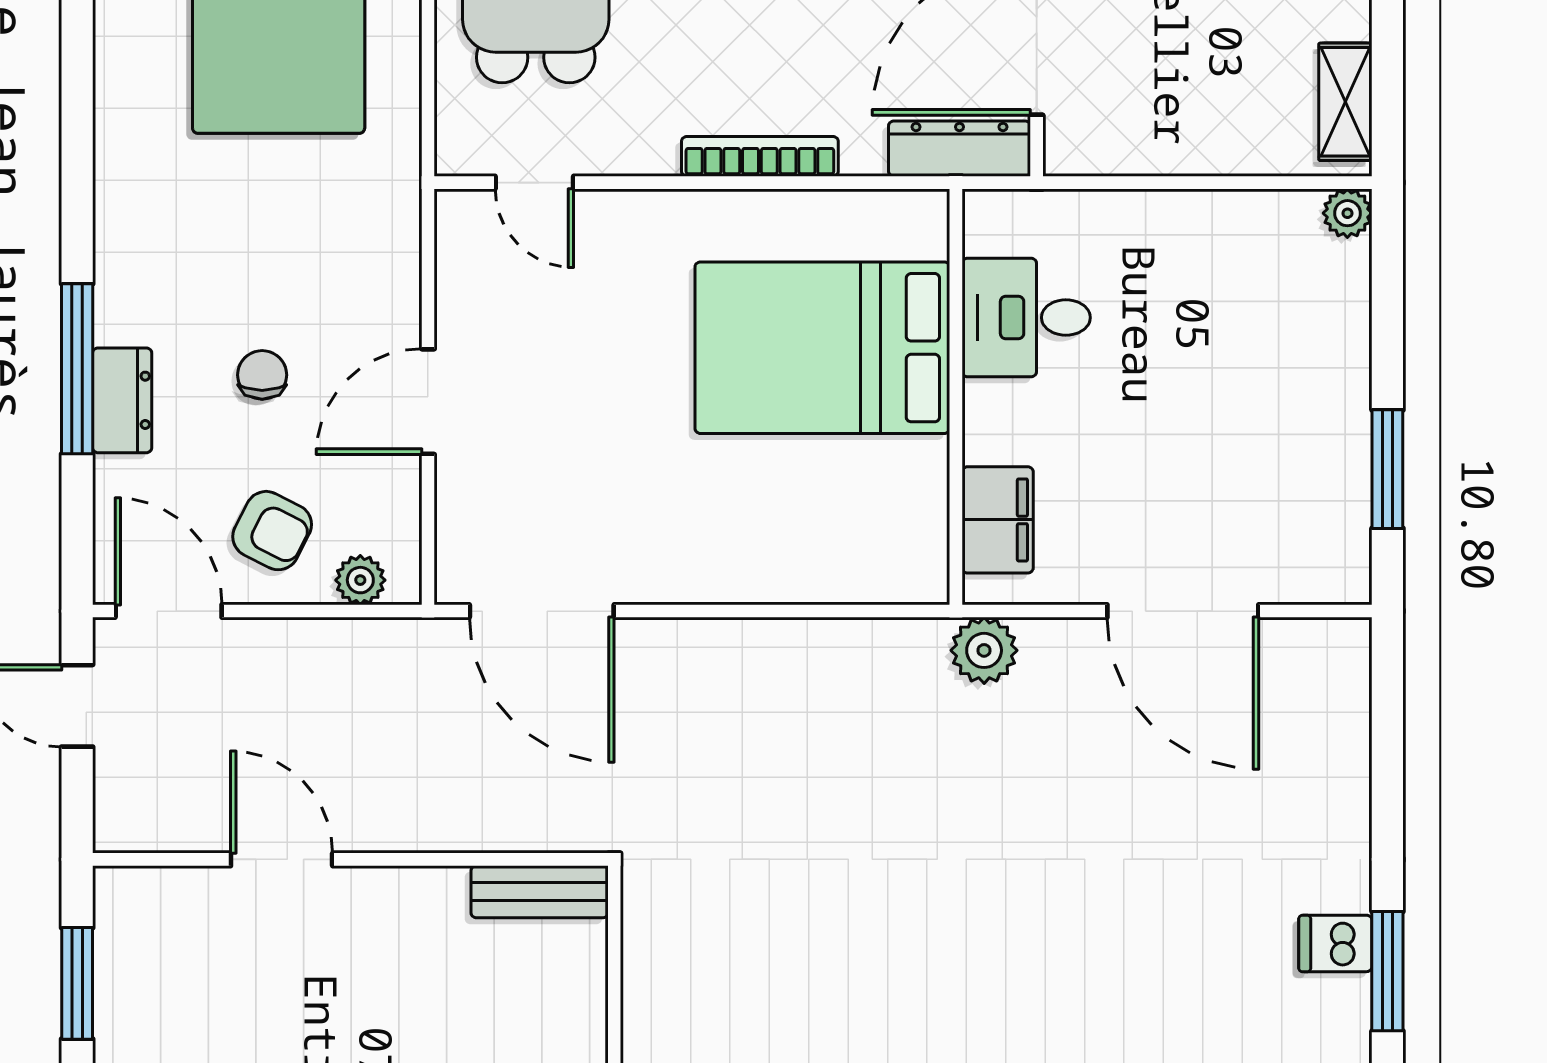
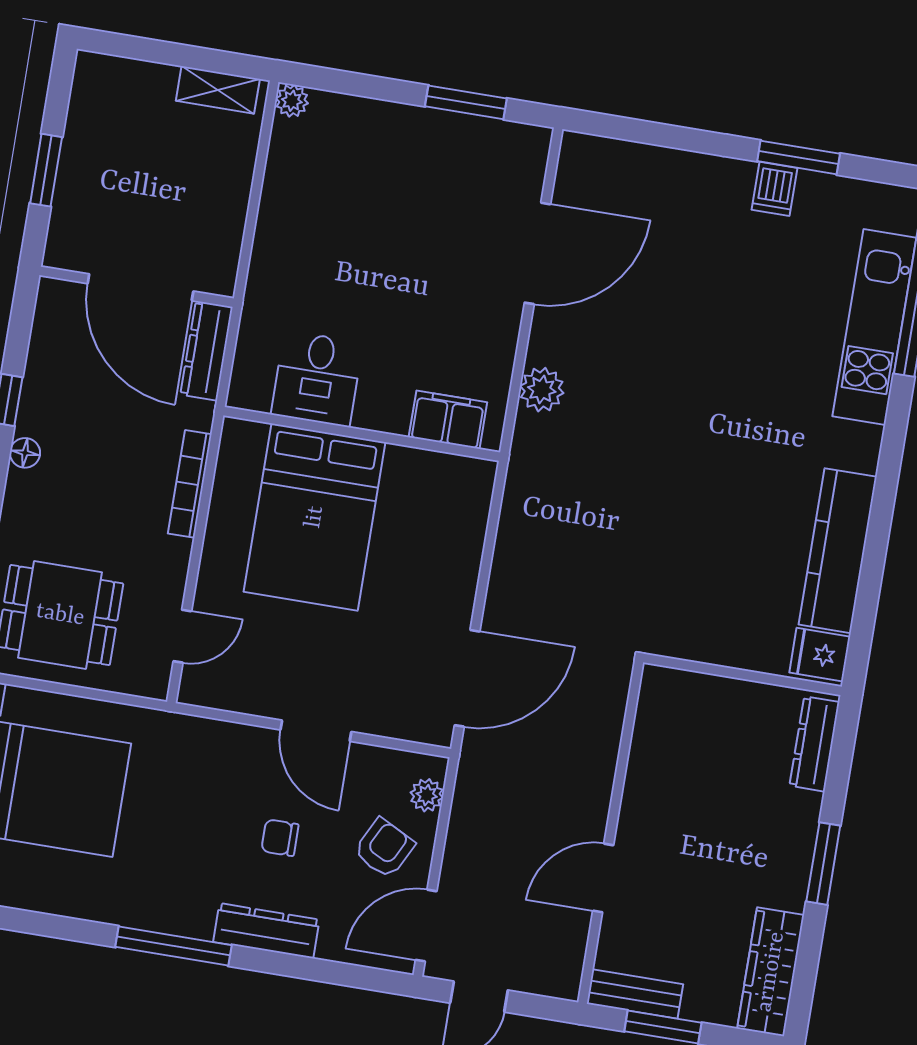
desk: (1026, 318) -> (317, 379), moved
bed: (822, 348) -> (315, 517), moved
window: (77, 369) -> (173, 946), moved
wall: (956, 397) -> (362, 434), moved
dresser: (122, 400) -> (266, 931), width x1.44
filing cabinet: (998, 520) -> (448, 420), moved
bench: (540, 892) -> (635, 994), moved, turned 90

